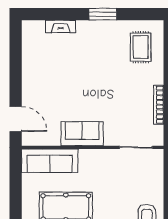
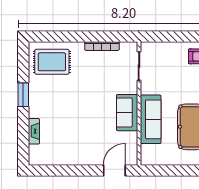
rug: (141, 47) -> (52, 62), width x1.36, depth x1.43
sofa: (50, 161) -> (151, 119), moved

